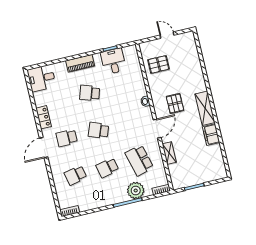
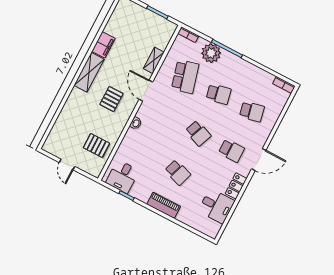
desk: (113, 61) -> (122, 177), moved
desk: (42, 78) -> (216, 206), moved
door: (157, 129) -> (146, 91), hinge flipped

